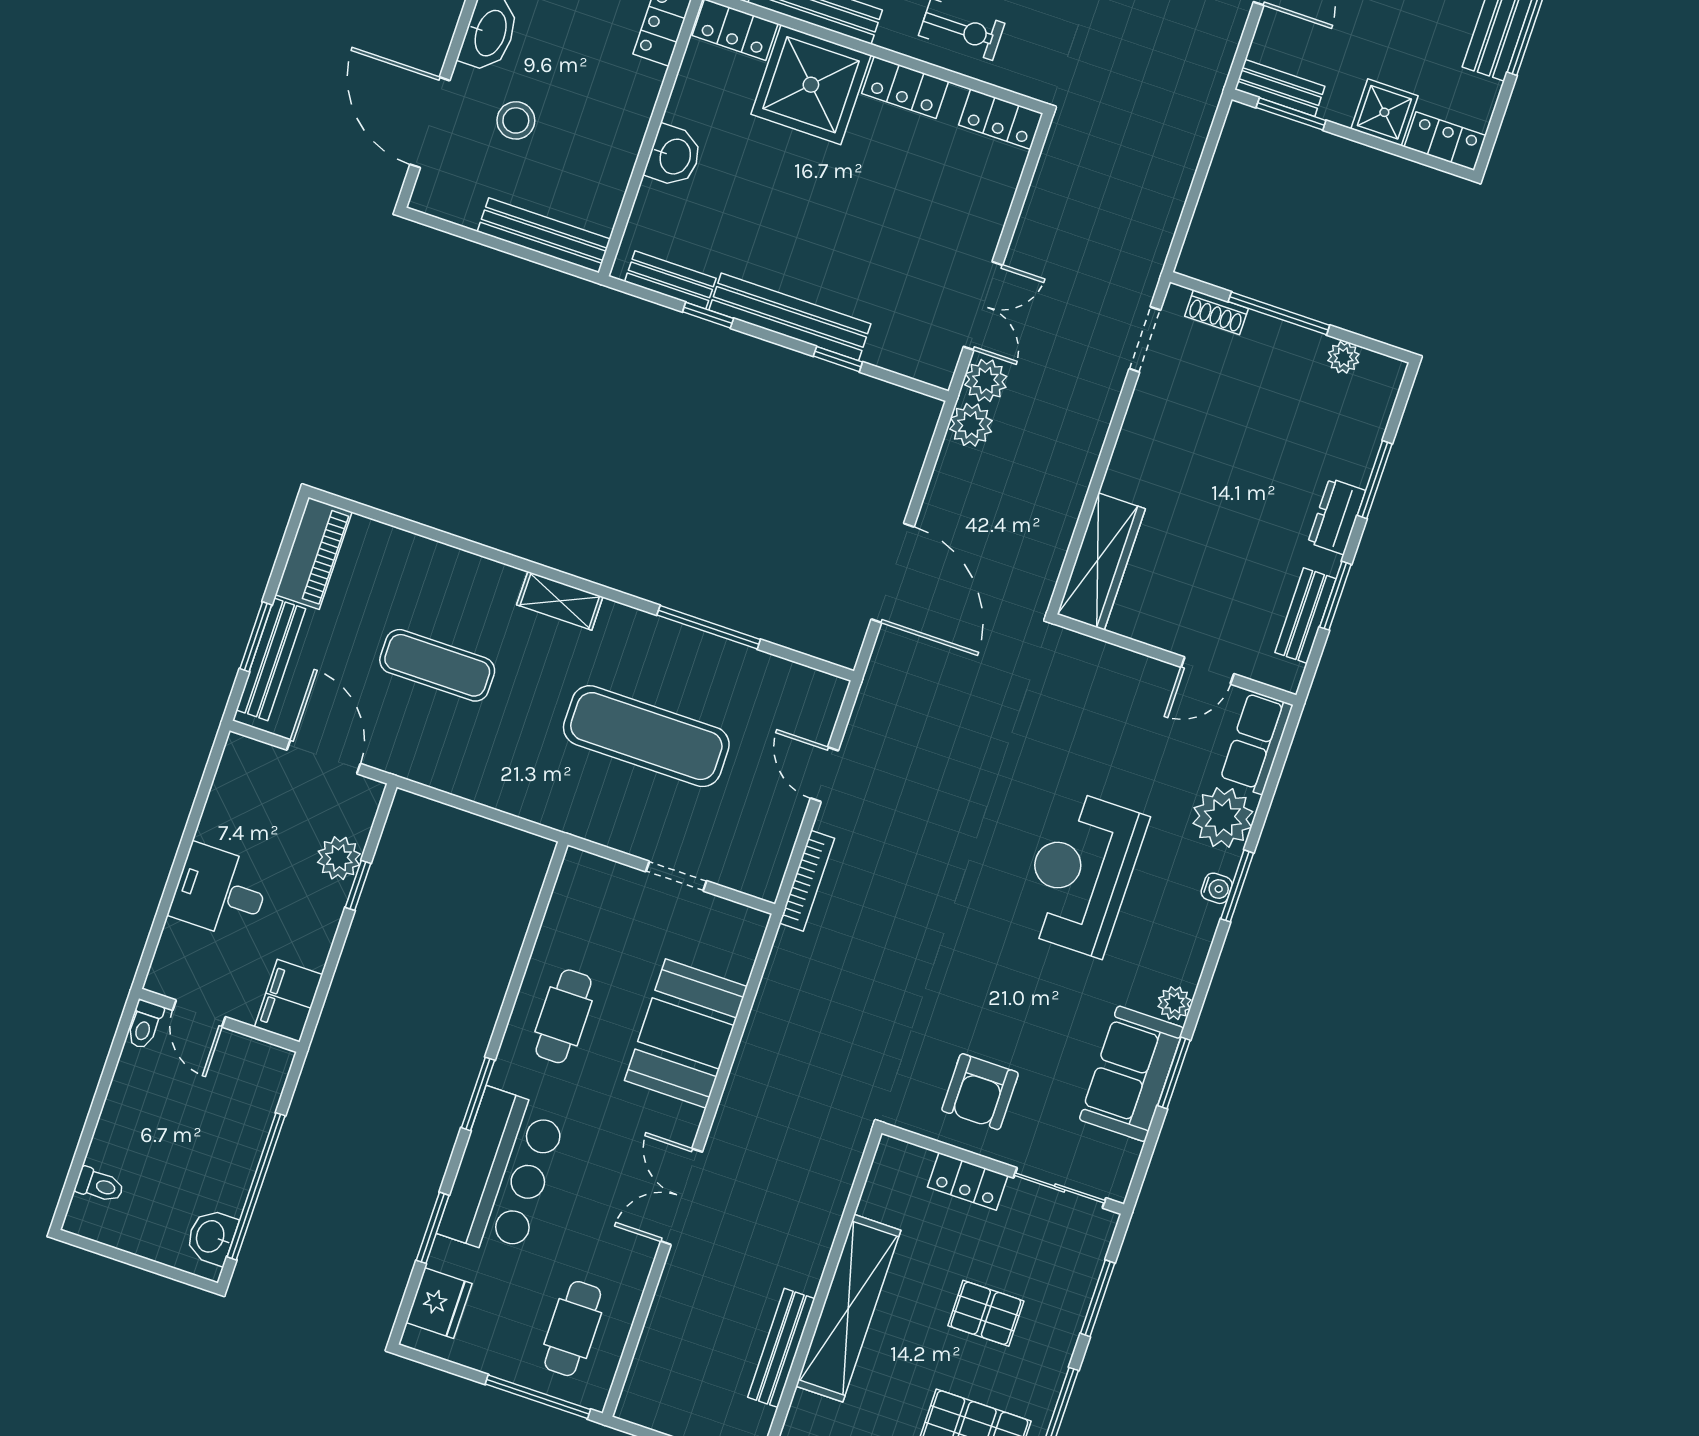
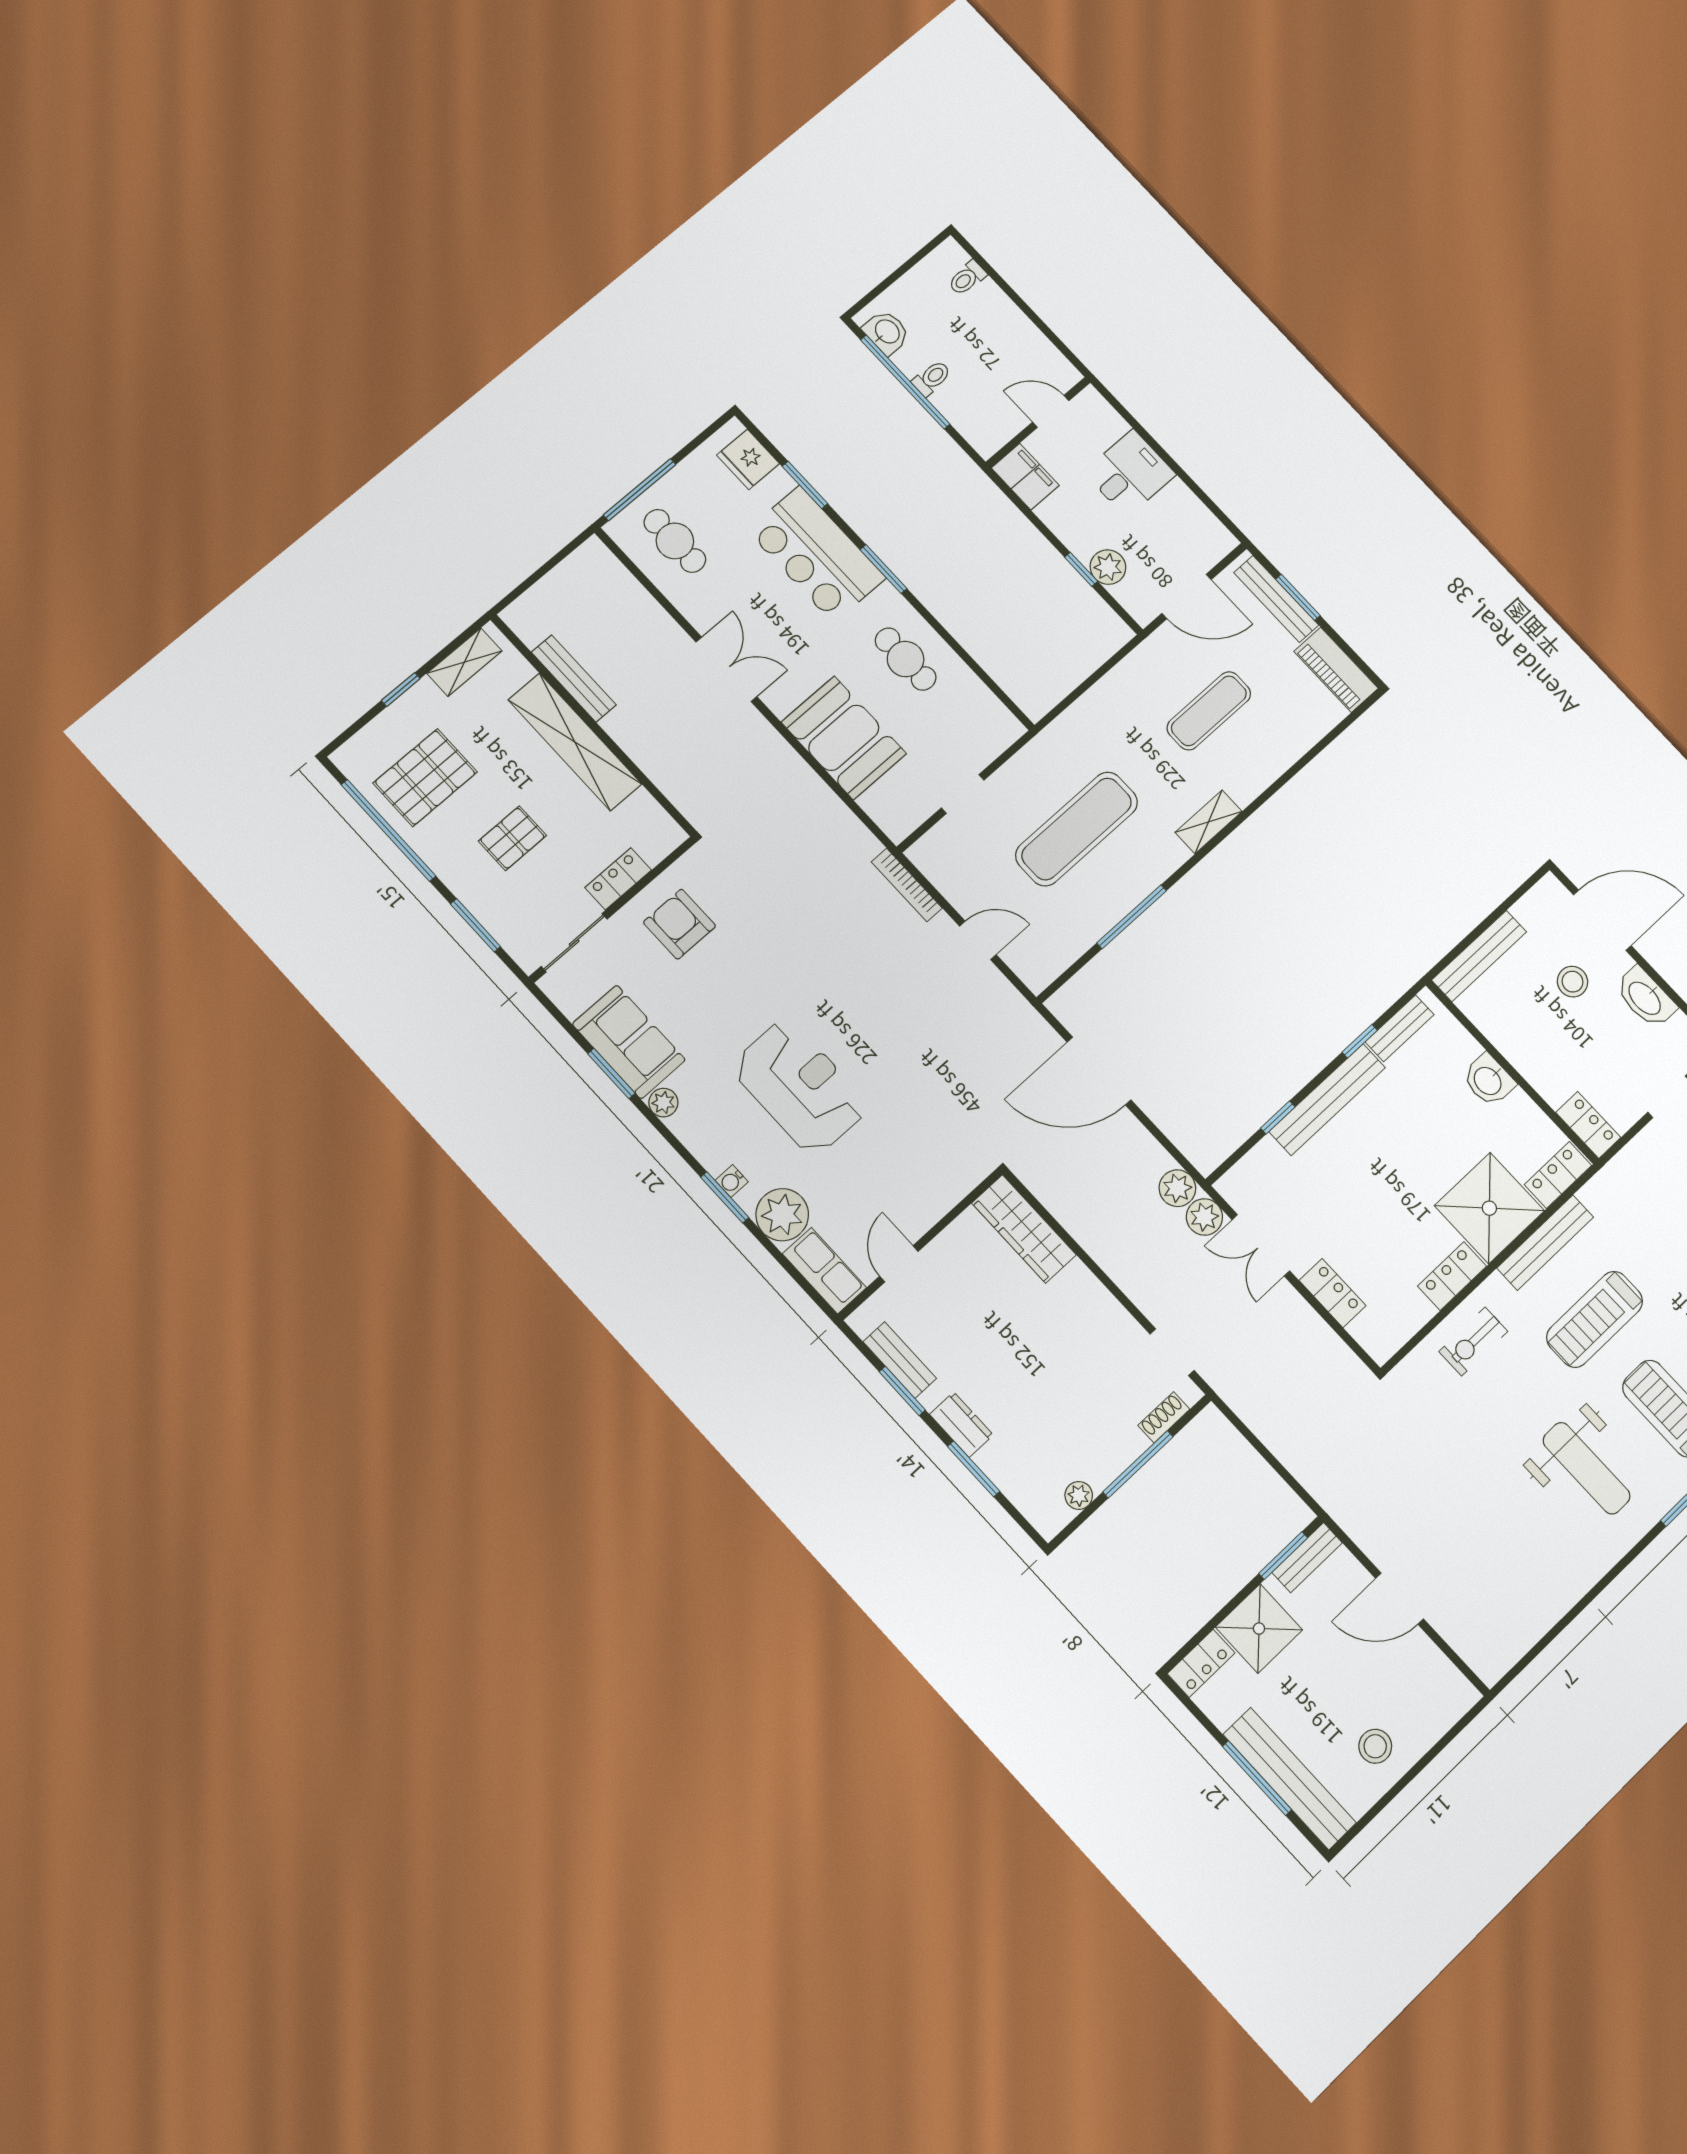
shower: (1384, 112) -> (1259, 1629), width x1.36, depth x1.36
locker: (1001, 119) -> (1333, 1293), moved, turned 90
toilet: (145, 1025) -> (932, 378), moved, turned 90

